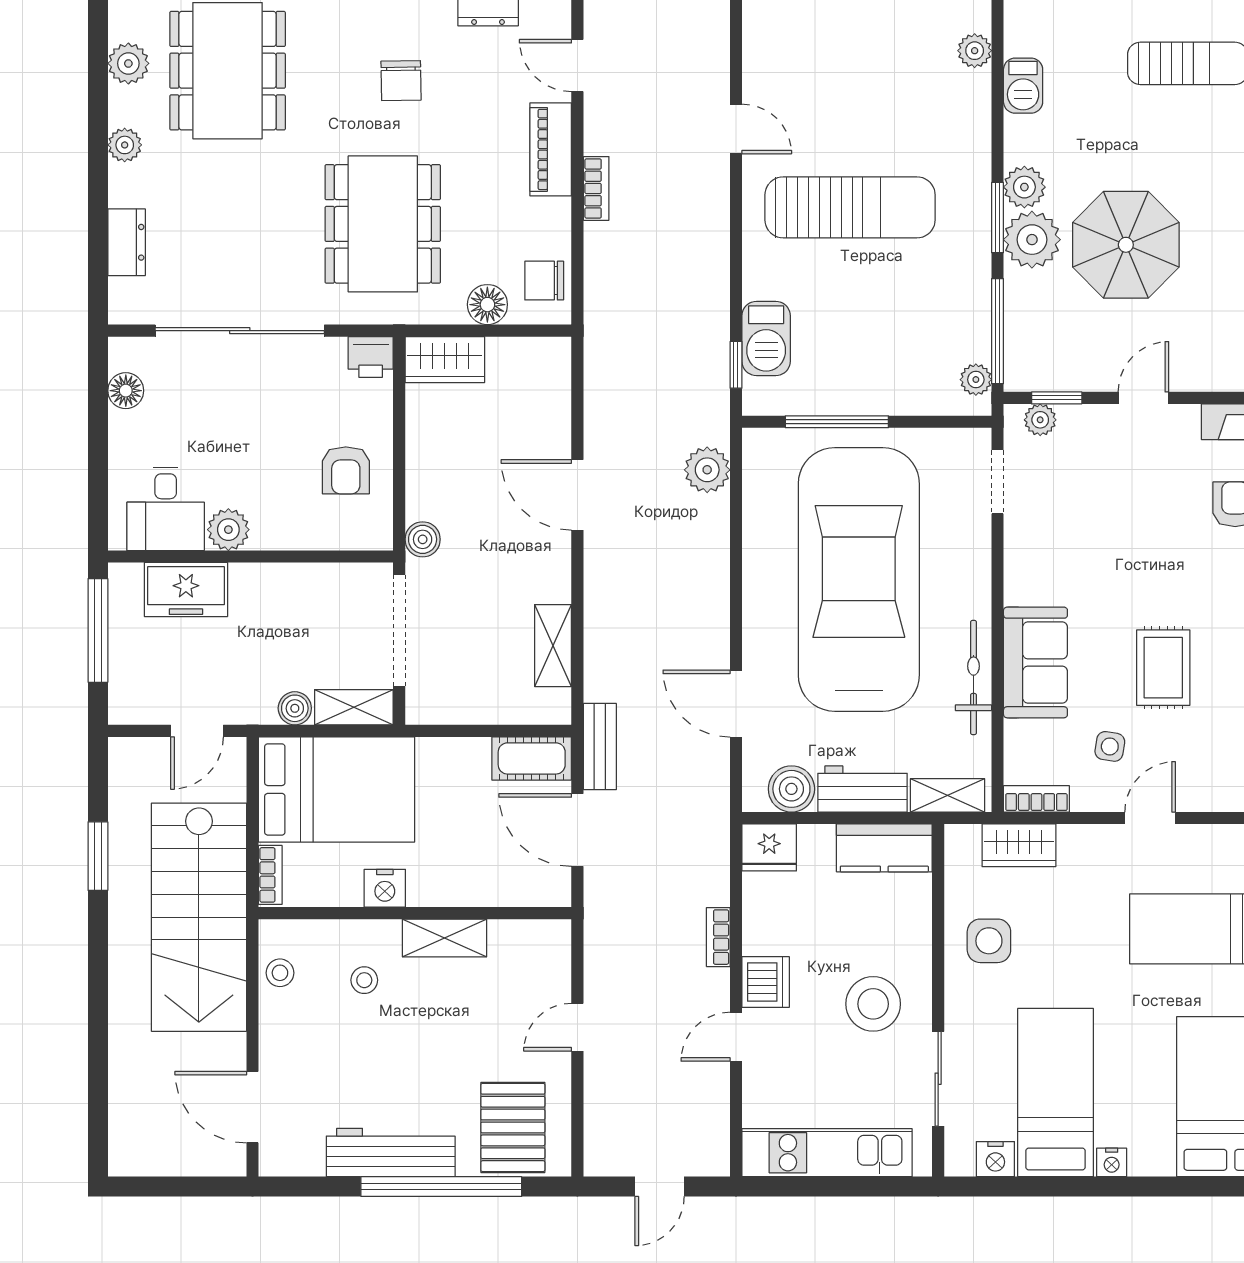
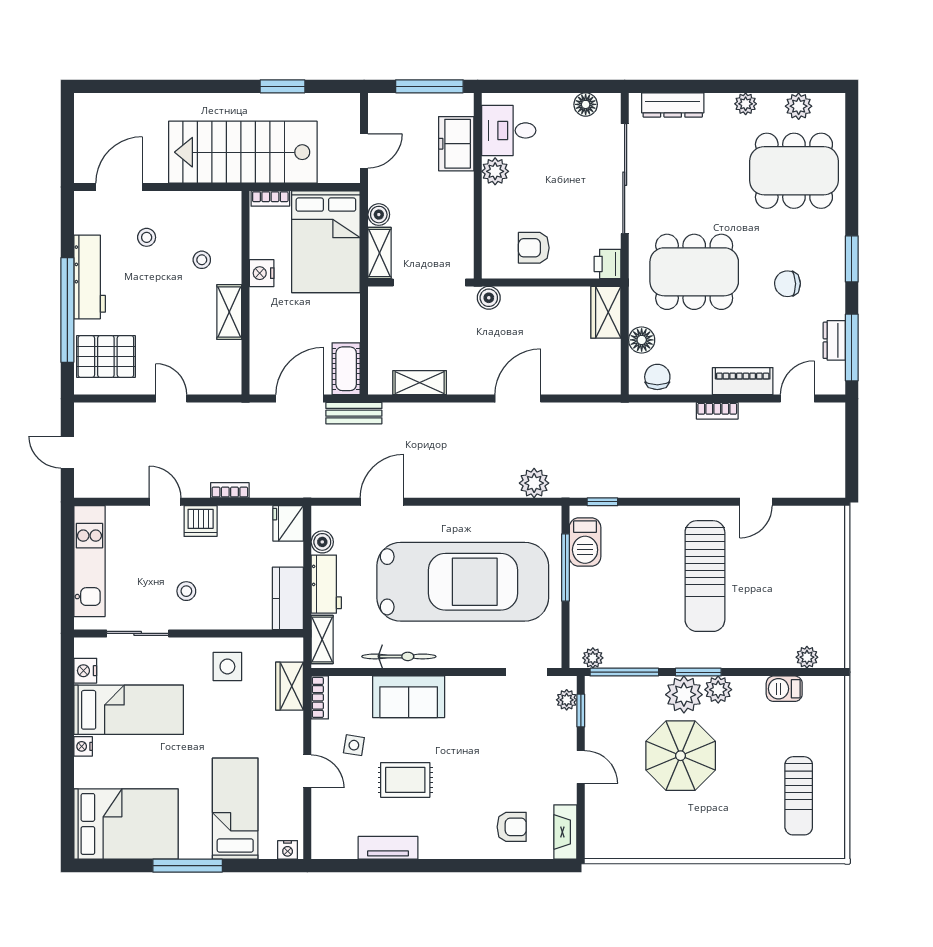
dresser: (127, 242) -> (673, 105), width x1.44
barbecue: (766, 338) -> (585, 542), moved, turned -90
door: (197, 731) -> (364, 151), swing flipped
boiler: (791, 789) -> (322, 542), width x0.73, depth x0.73
stool: (280, 973) -> (147, 237), moved
stool: (873, 1004) -> (186, 591), width x0.53, depth x0.53

